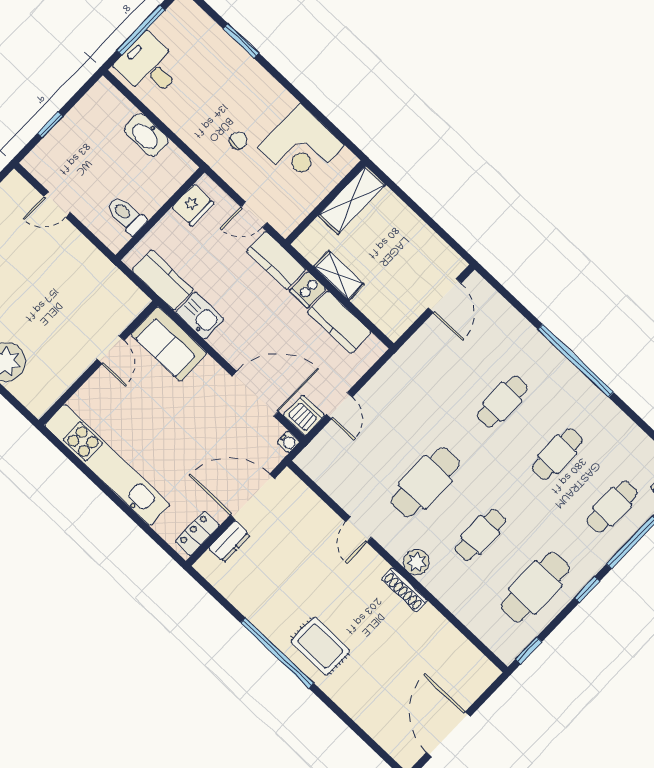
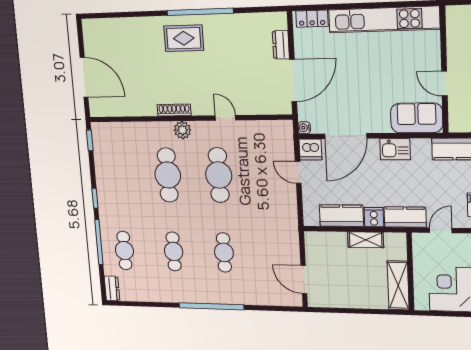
kitchen sink: (200, 316) -> (395, 149), moved
locker: (197, 533) -> (312, 19), moved, turned 90
cafe table: (480, 535) -> (168, 175), width x1.37, depth x1.35
cafe table: (535, 587) -> (118, 175), removed
door: (448, 734) -> (84, 77), moved

